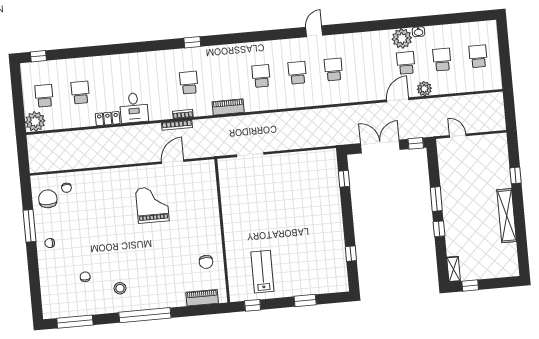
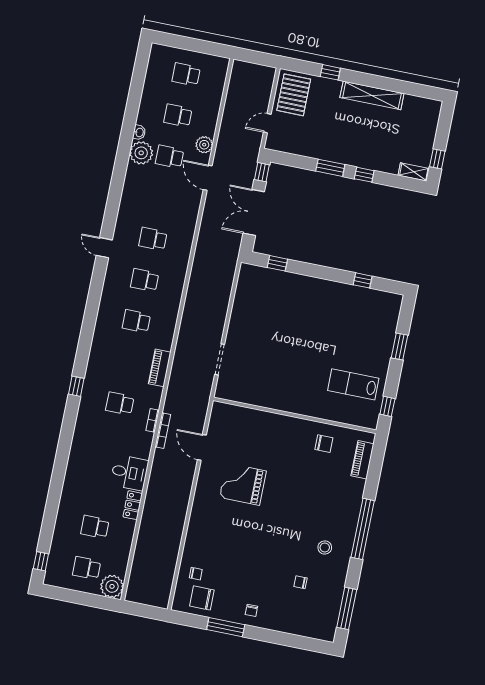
pallet: (488, 151) -> (294, 95), added

